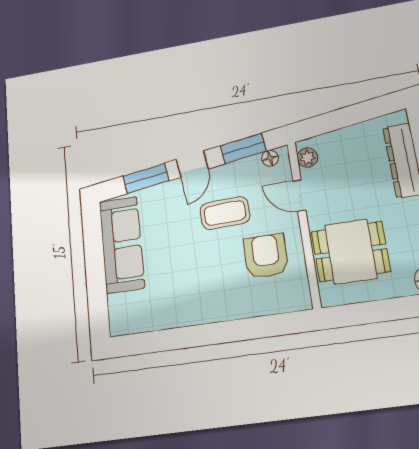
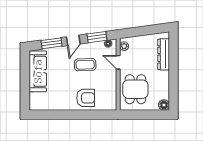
dining table: (351, 251) -> (135, 89), turned 90
armchair: (266, 256) -> (86, 98), moved, turned 90

